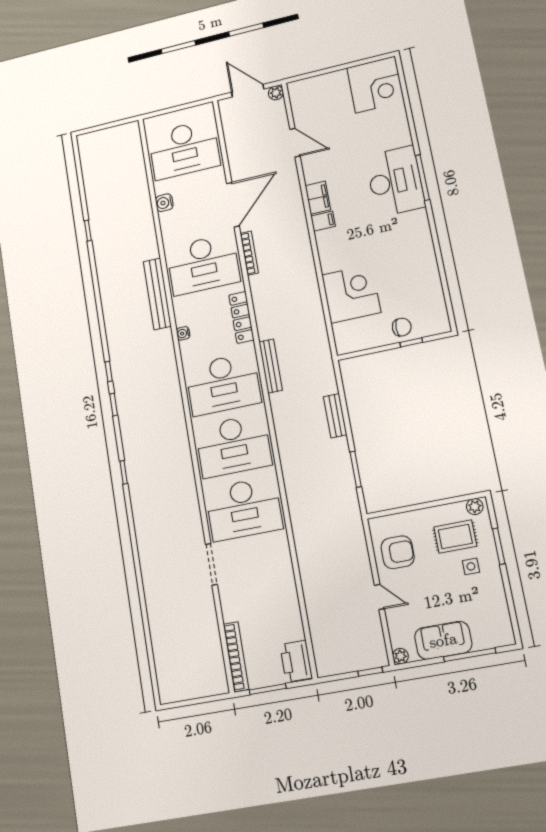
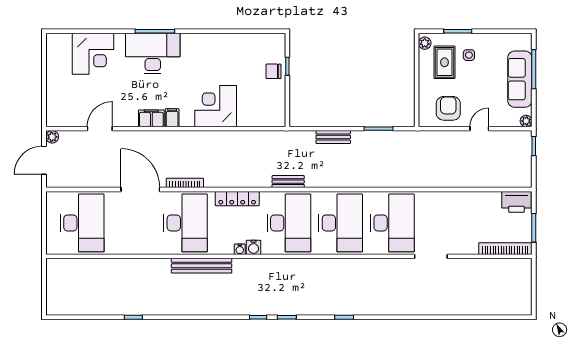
corner desk: (375, 85) -> (93, 54), moved, turned 90
water cooler: (164, 203) -> (254, 247), moved
corner desk: (351, 294) -> (216, 106), moved
chair: (402, 327) -> (273, 71), turned -90
bench: (271, 366) -> (288, 182), width x0.73
sofa: (443, 640) -> (520, 79), width x1.36

